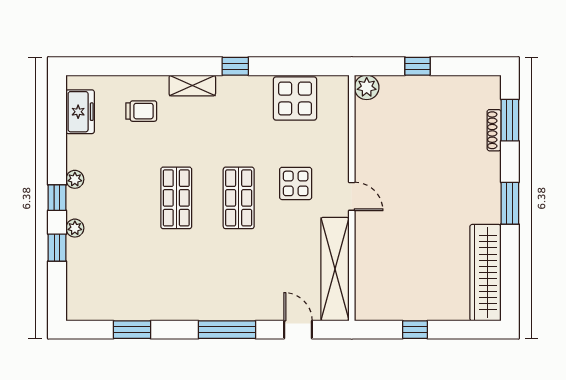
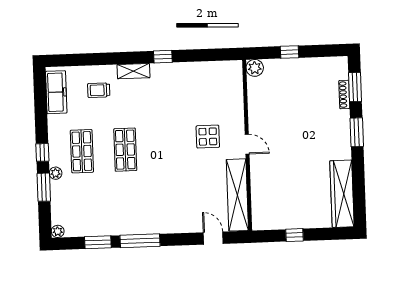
display table: (295, 99) -> (205, 78), removed
trolley: (141, 111) -> (99, 90), turned 180
freezer: (80, 112) -> (56, 92), width x1.40
plant: (75, 179) -> (58, 231), moved
shop shelf: (239, 198) -> (82, 151), moved
window: (510, 203) -> (357, 132), moved
window: (57, 248) -> (44, 187), width x1.50
window: (227, 330) -> (140, 241), moved

